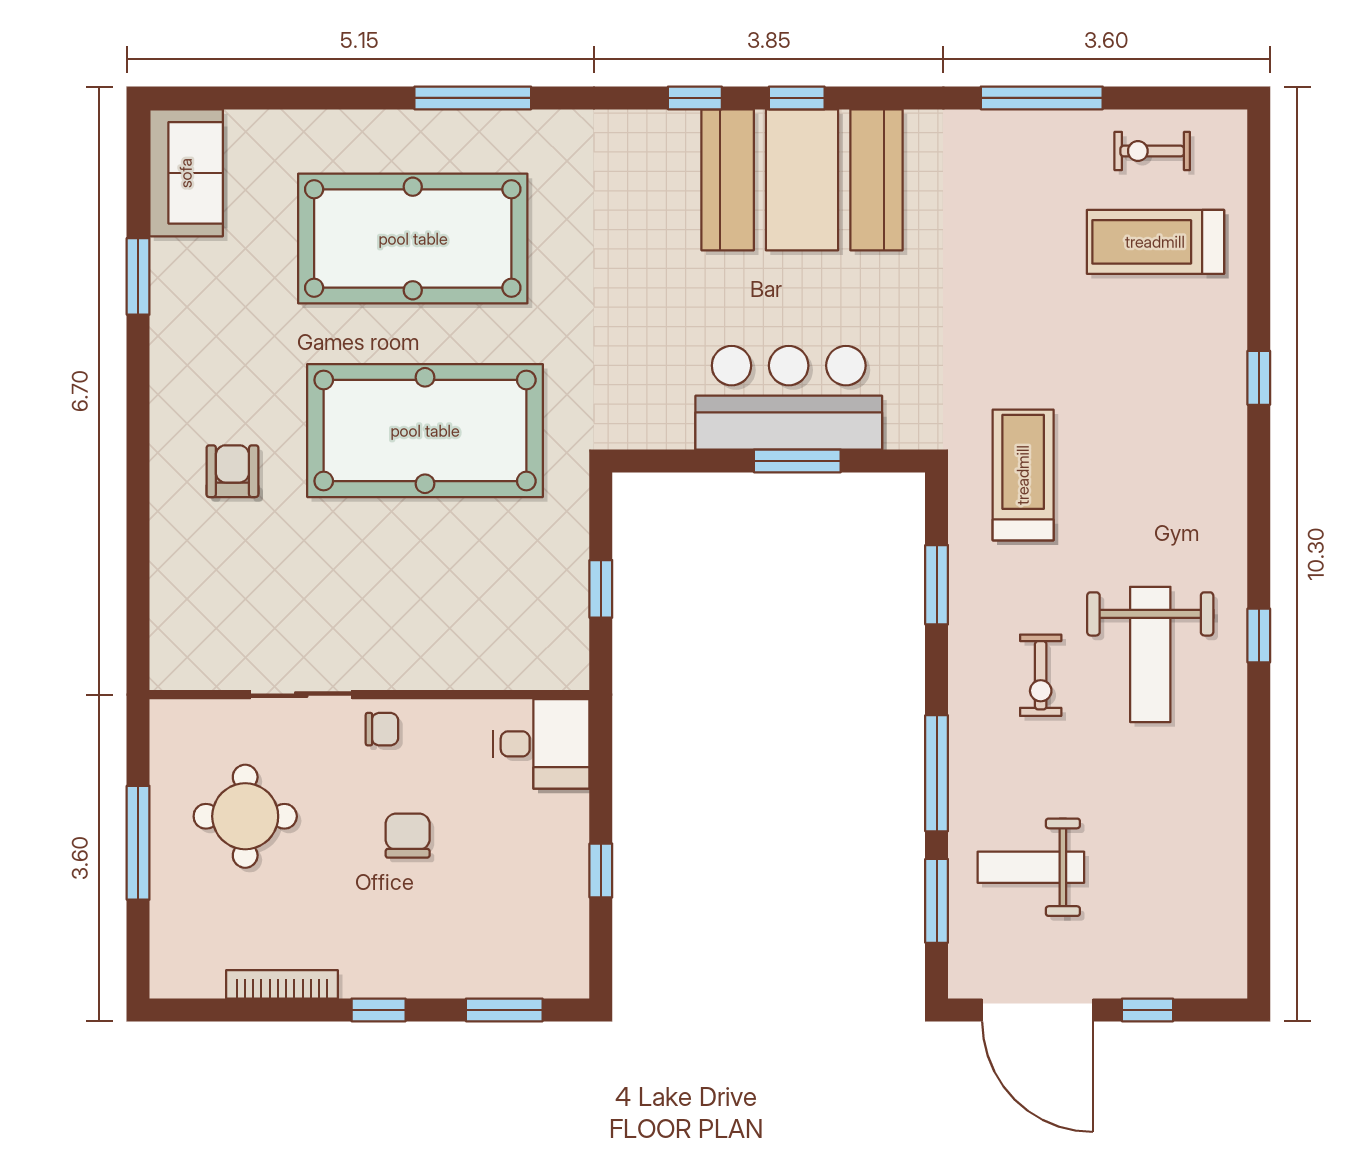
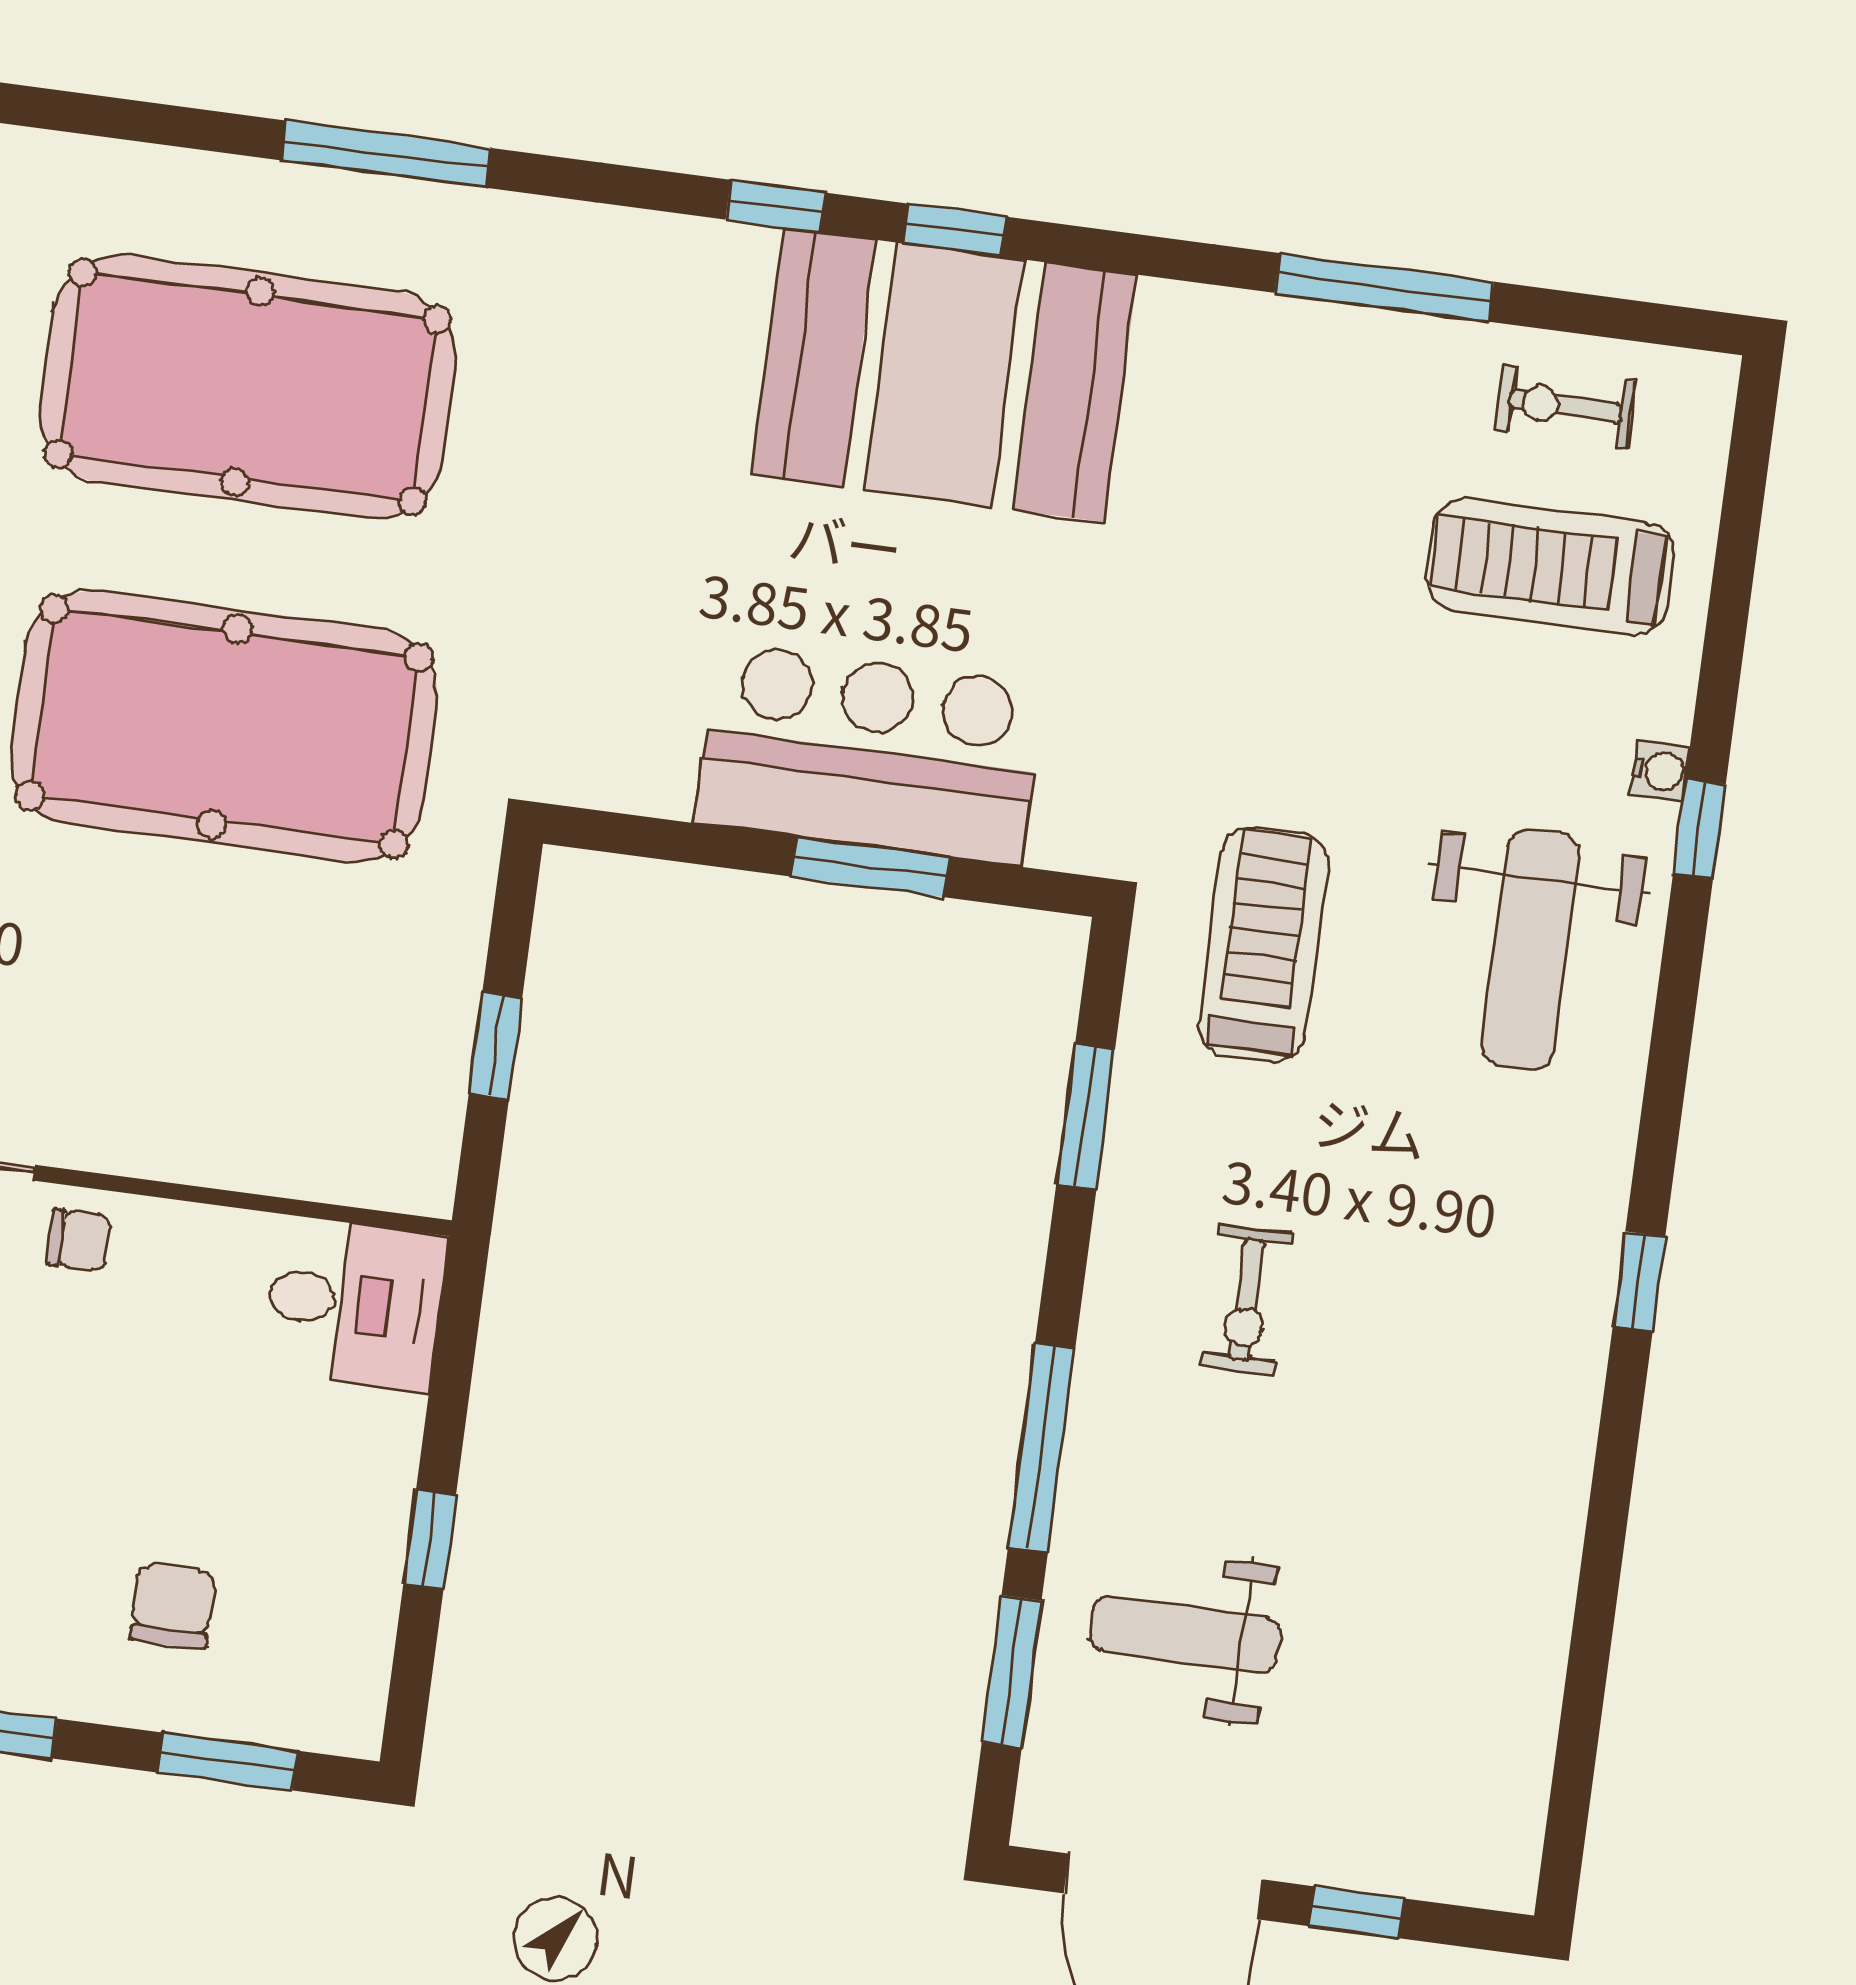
water cooler: (1232, 348) -> (1660, 771), added
weight bench: (1150, 654) -> (1530, 949), moved
chair: (408, 836) -> (173, 1606), moved

